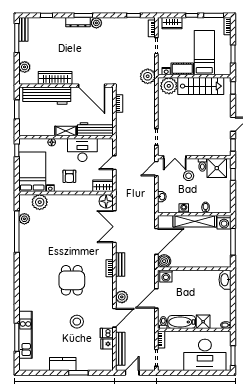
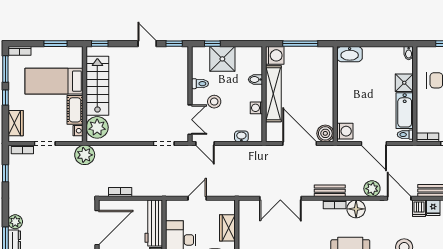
door: (114, 163) -> (197, 198), swing flipped
shower: (217, 168) -> (222, 59), moved
wardrobe: (103, 186) -> (227, 228), moved
floor lamp: (106, 201) -> (356, 209), moved

